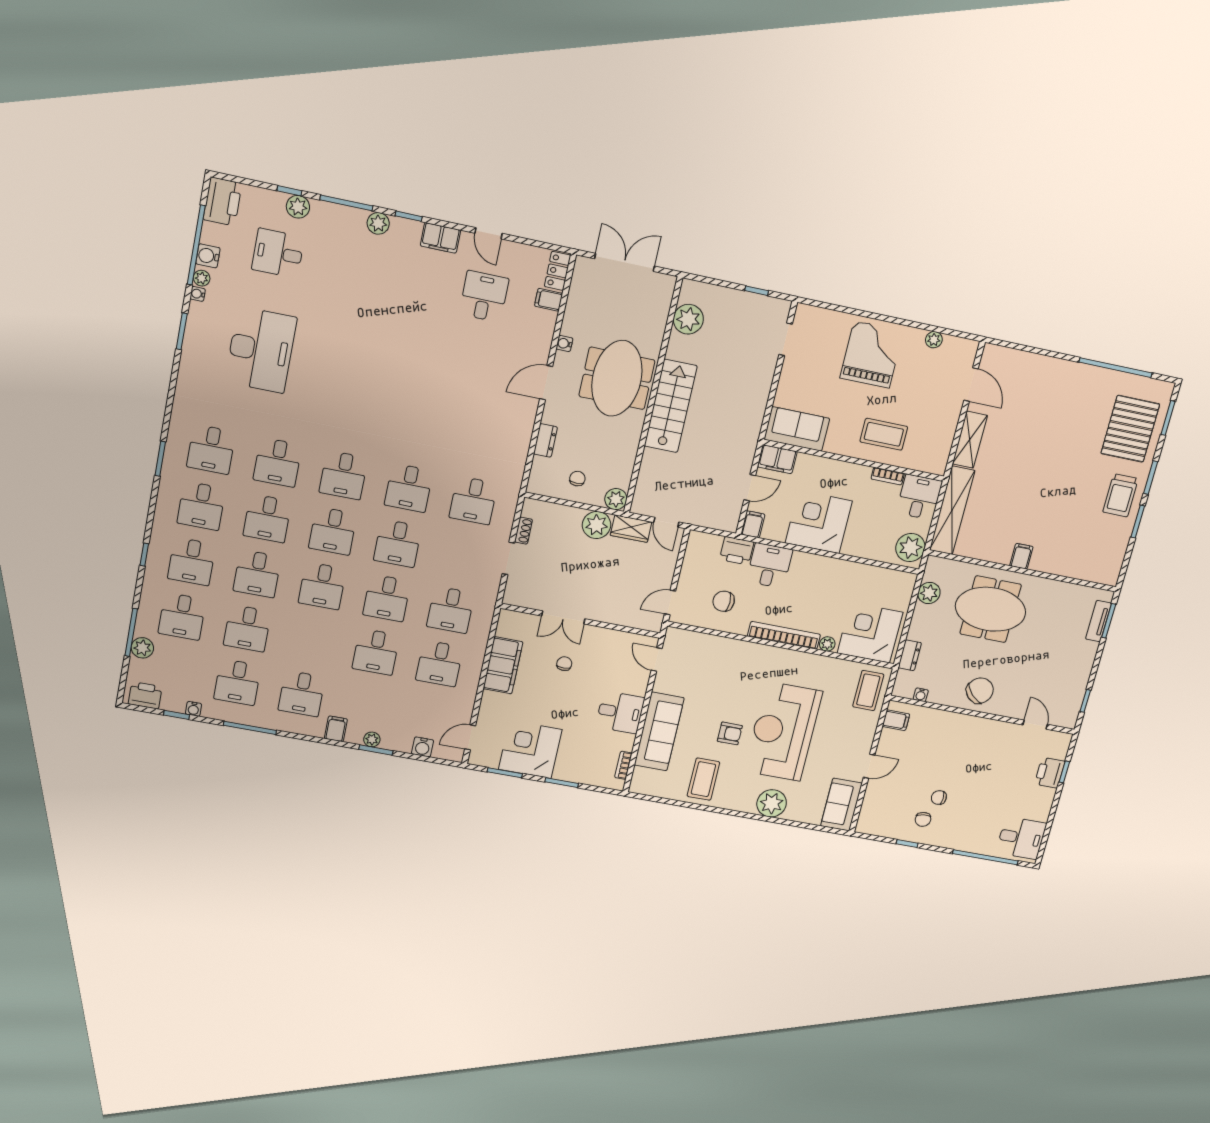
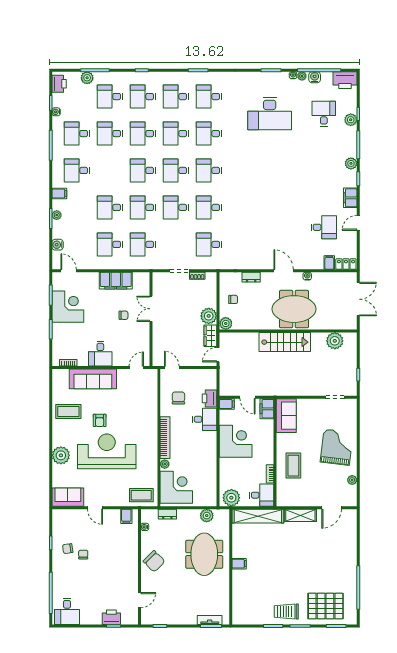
grand piano: (872, 355) -> (337, 447), turned -83

